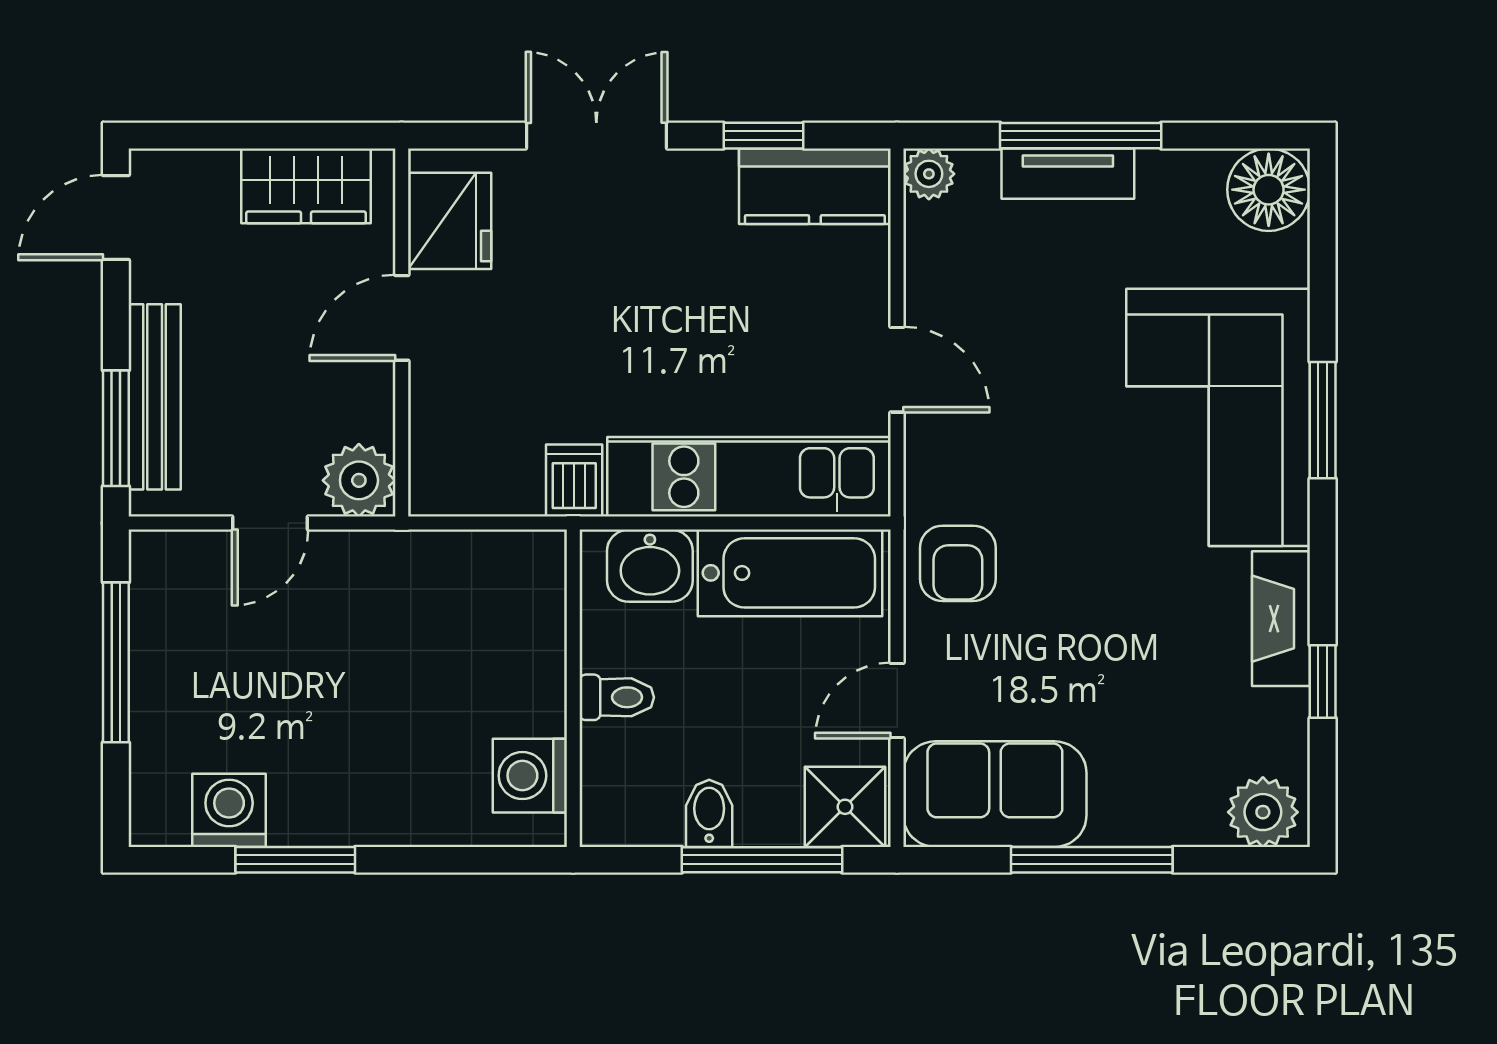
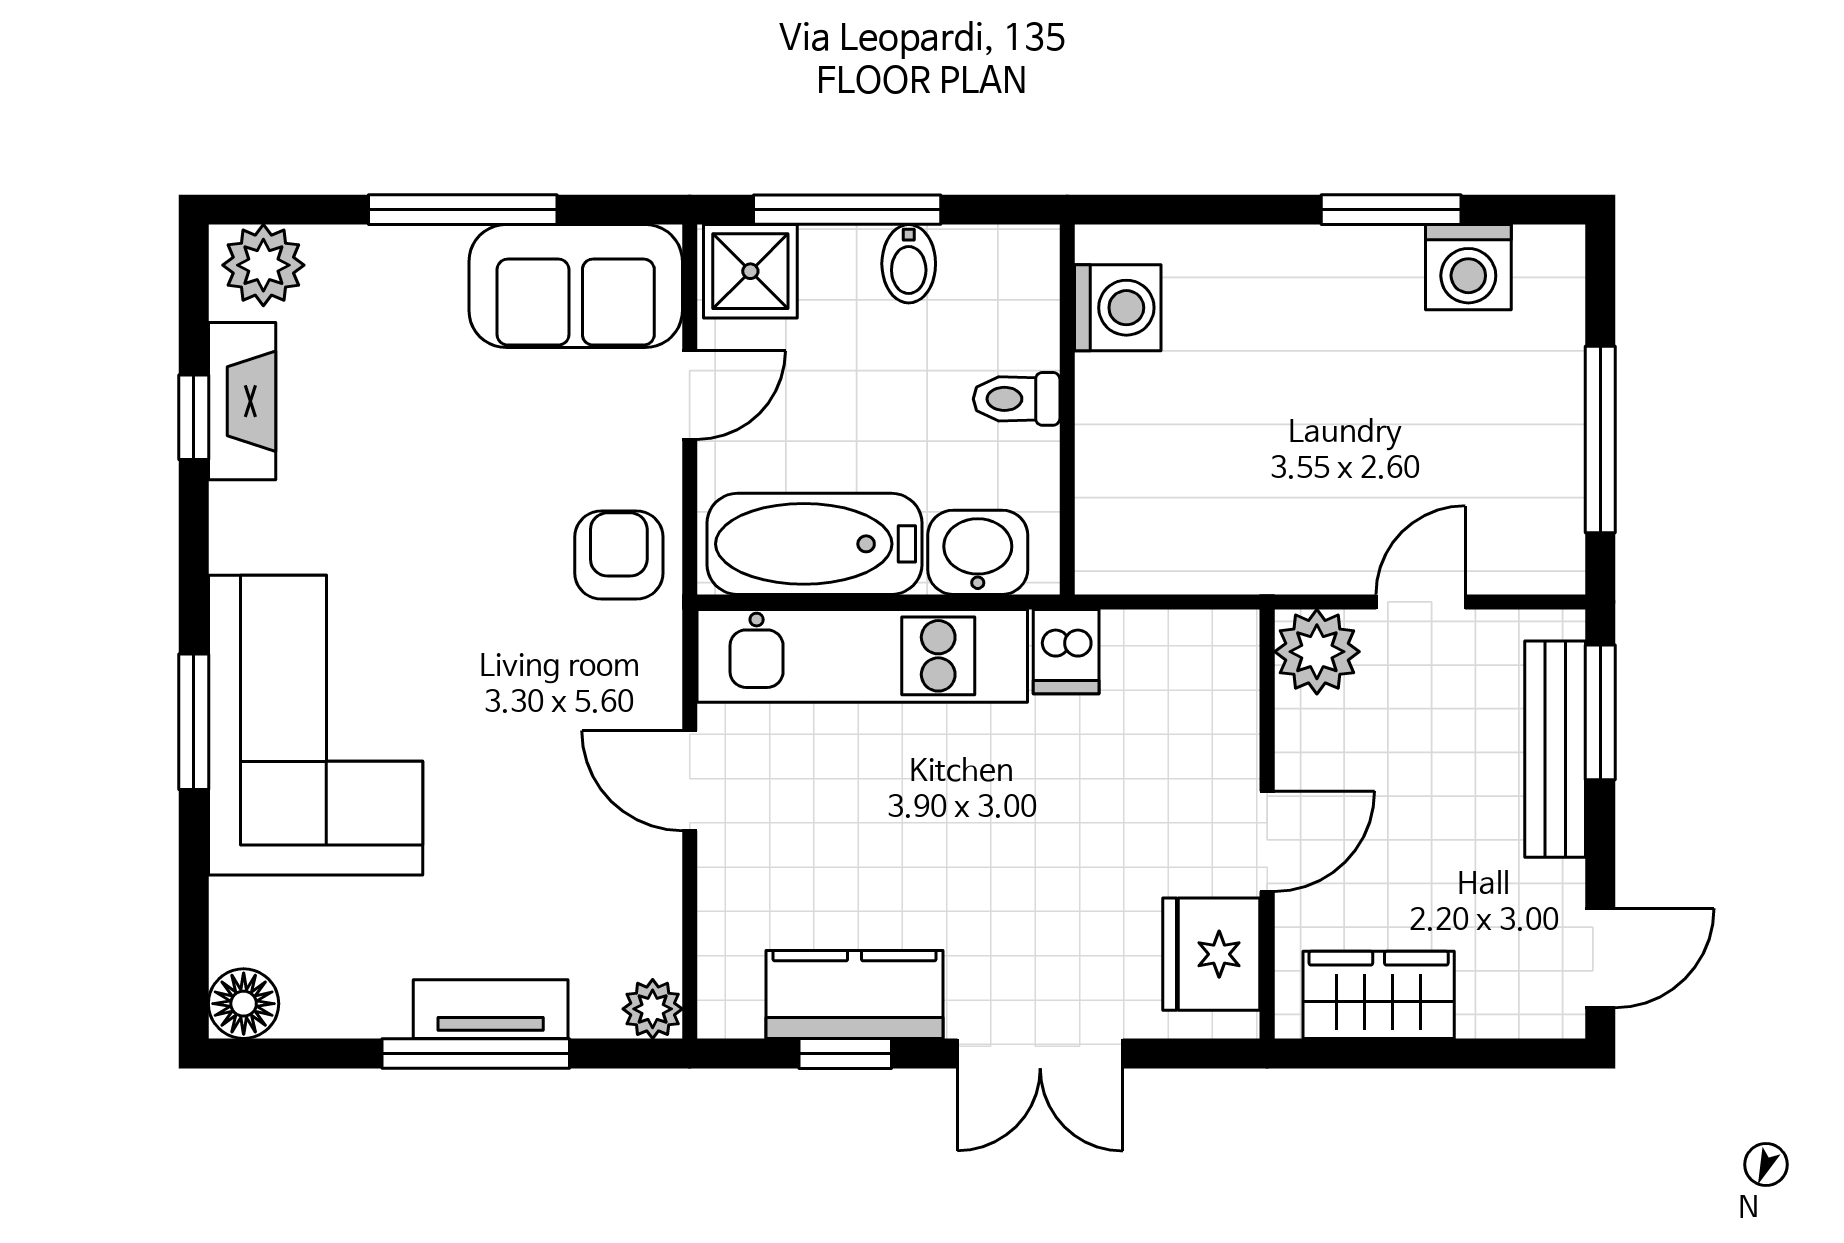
kitchen counter: (815, 186) -> (855, 994), moved
floor lamp: (1269, 190) -> (244, 1004), width x0.73, depth x0.73
fireplace: (1281, 619) -> (242, 401), moved

